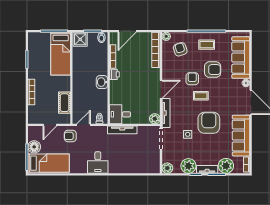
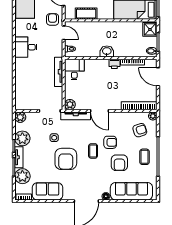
armchair: (209, 123) -> (66, 159), turned 90
sofa: (241, 136) -> (47, 191), width x0.73

